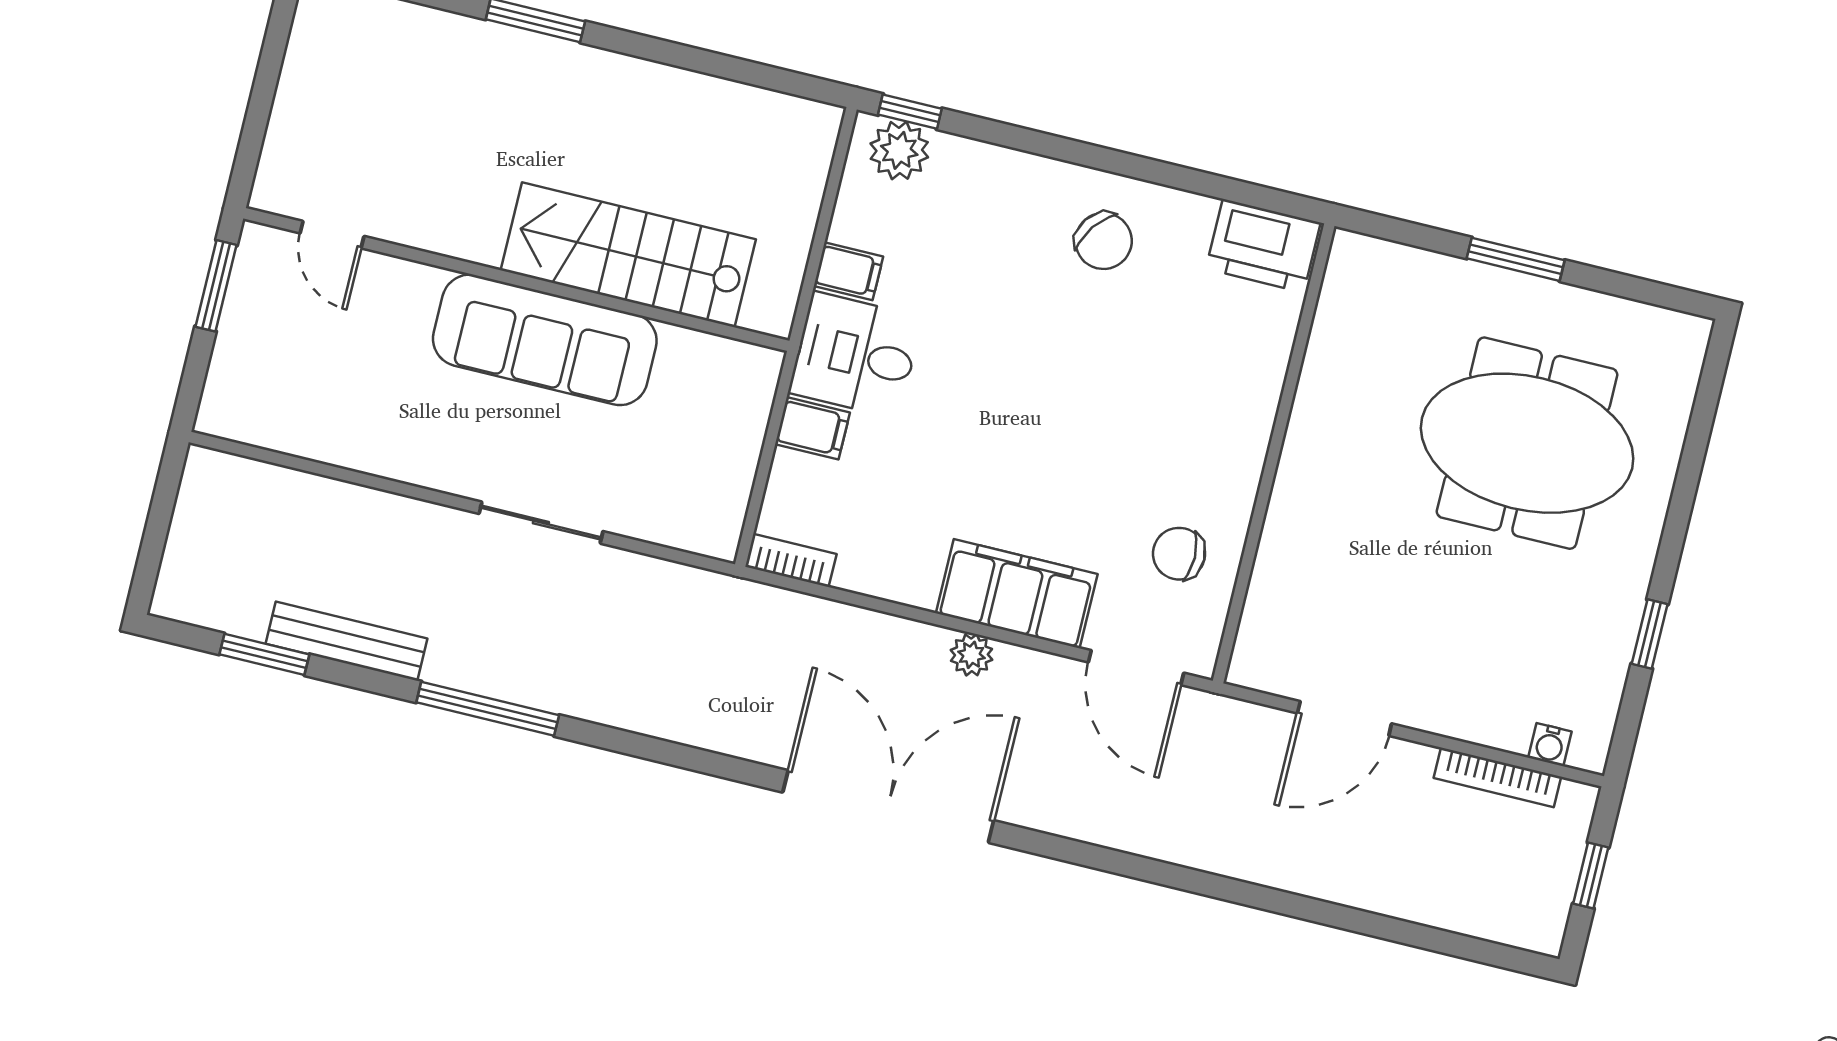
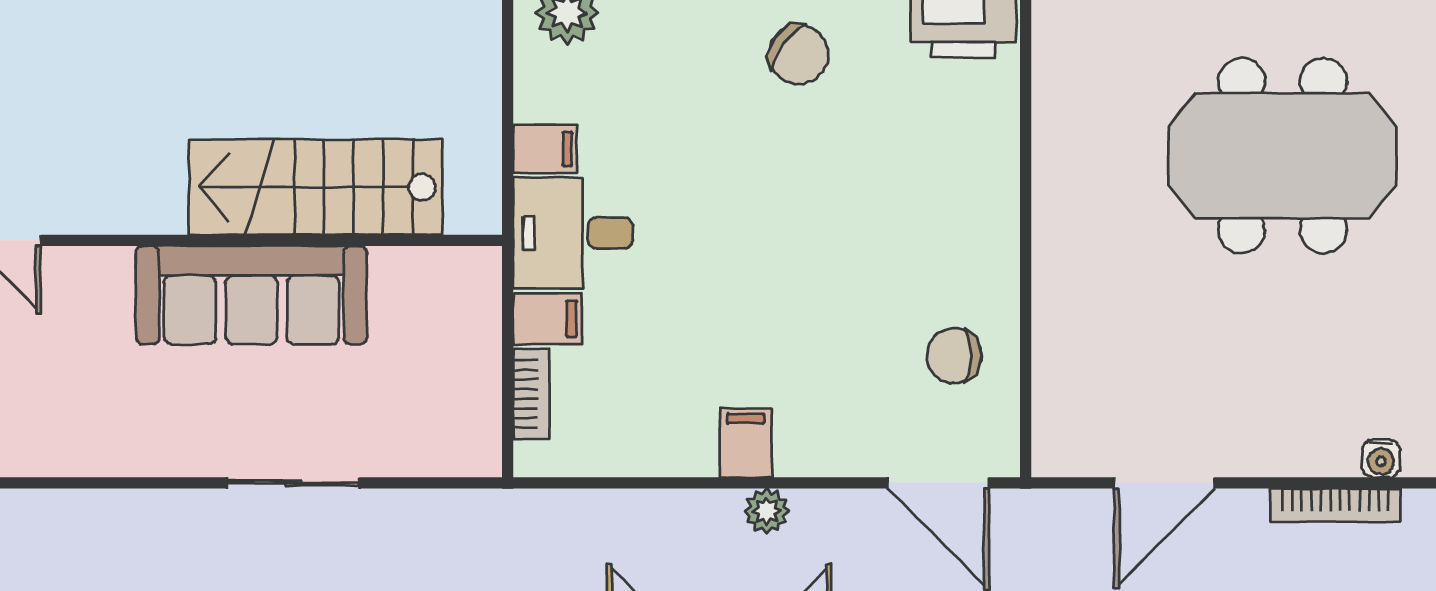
bookcase: (791, 560) -> (531, 394), moved, turned 90
filing cabinet: (1017, 594) -> (746, 443), width x0.33, depth x0.86

